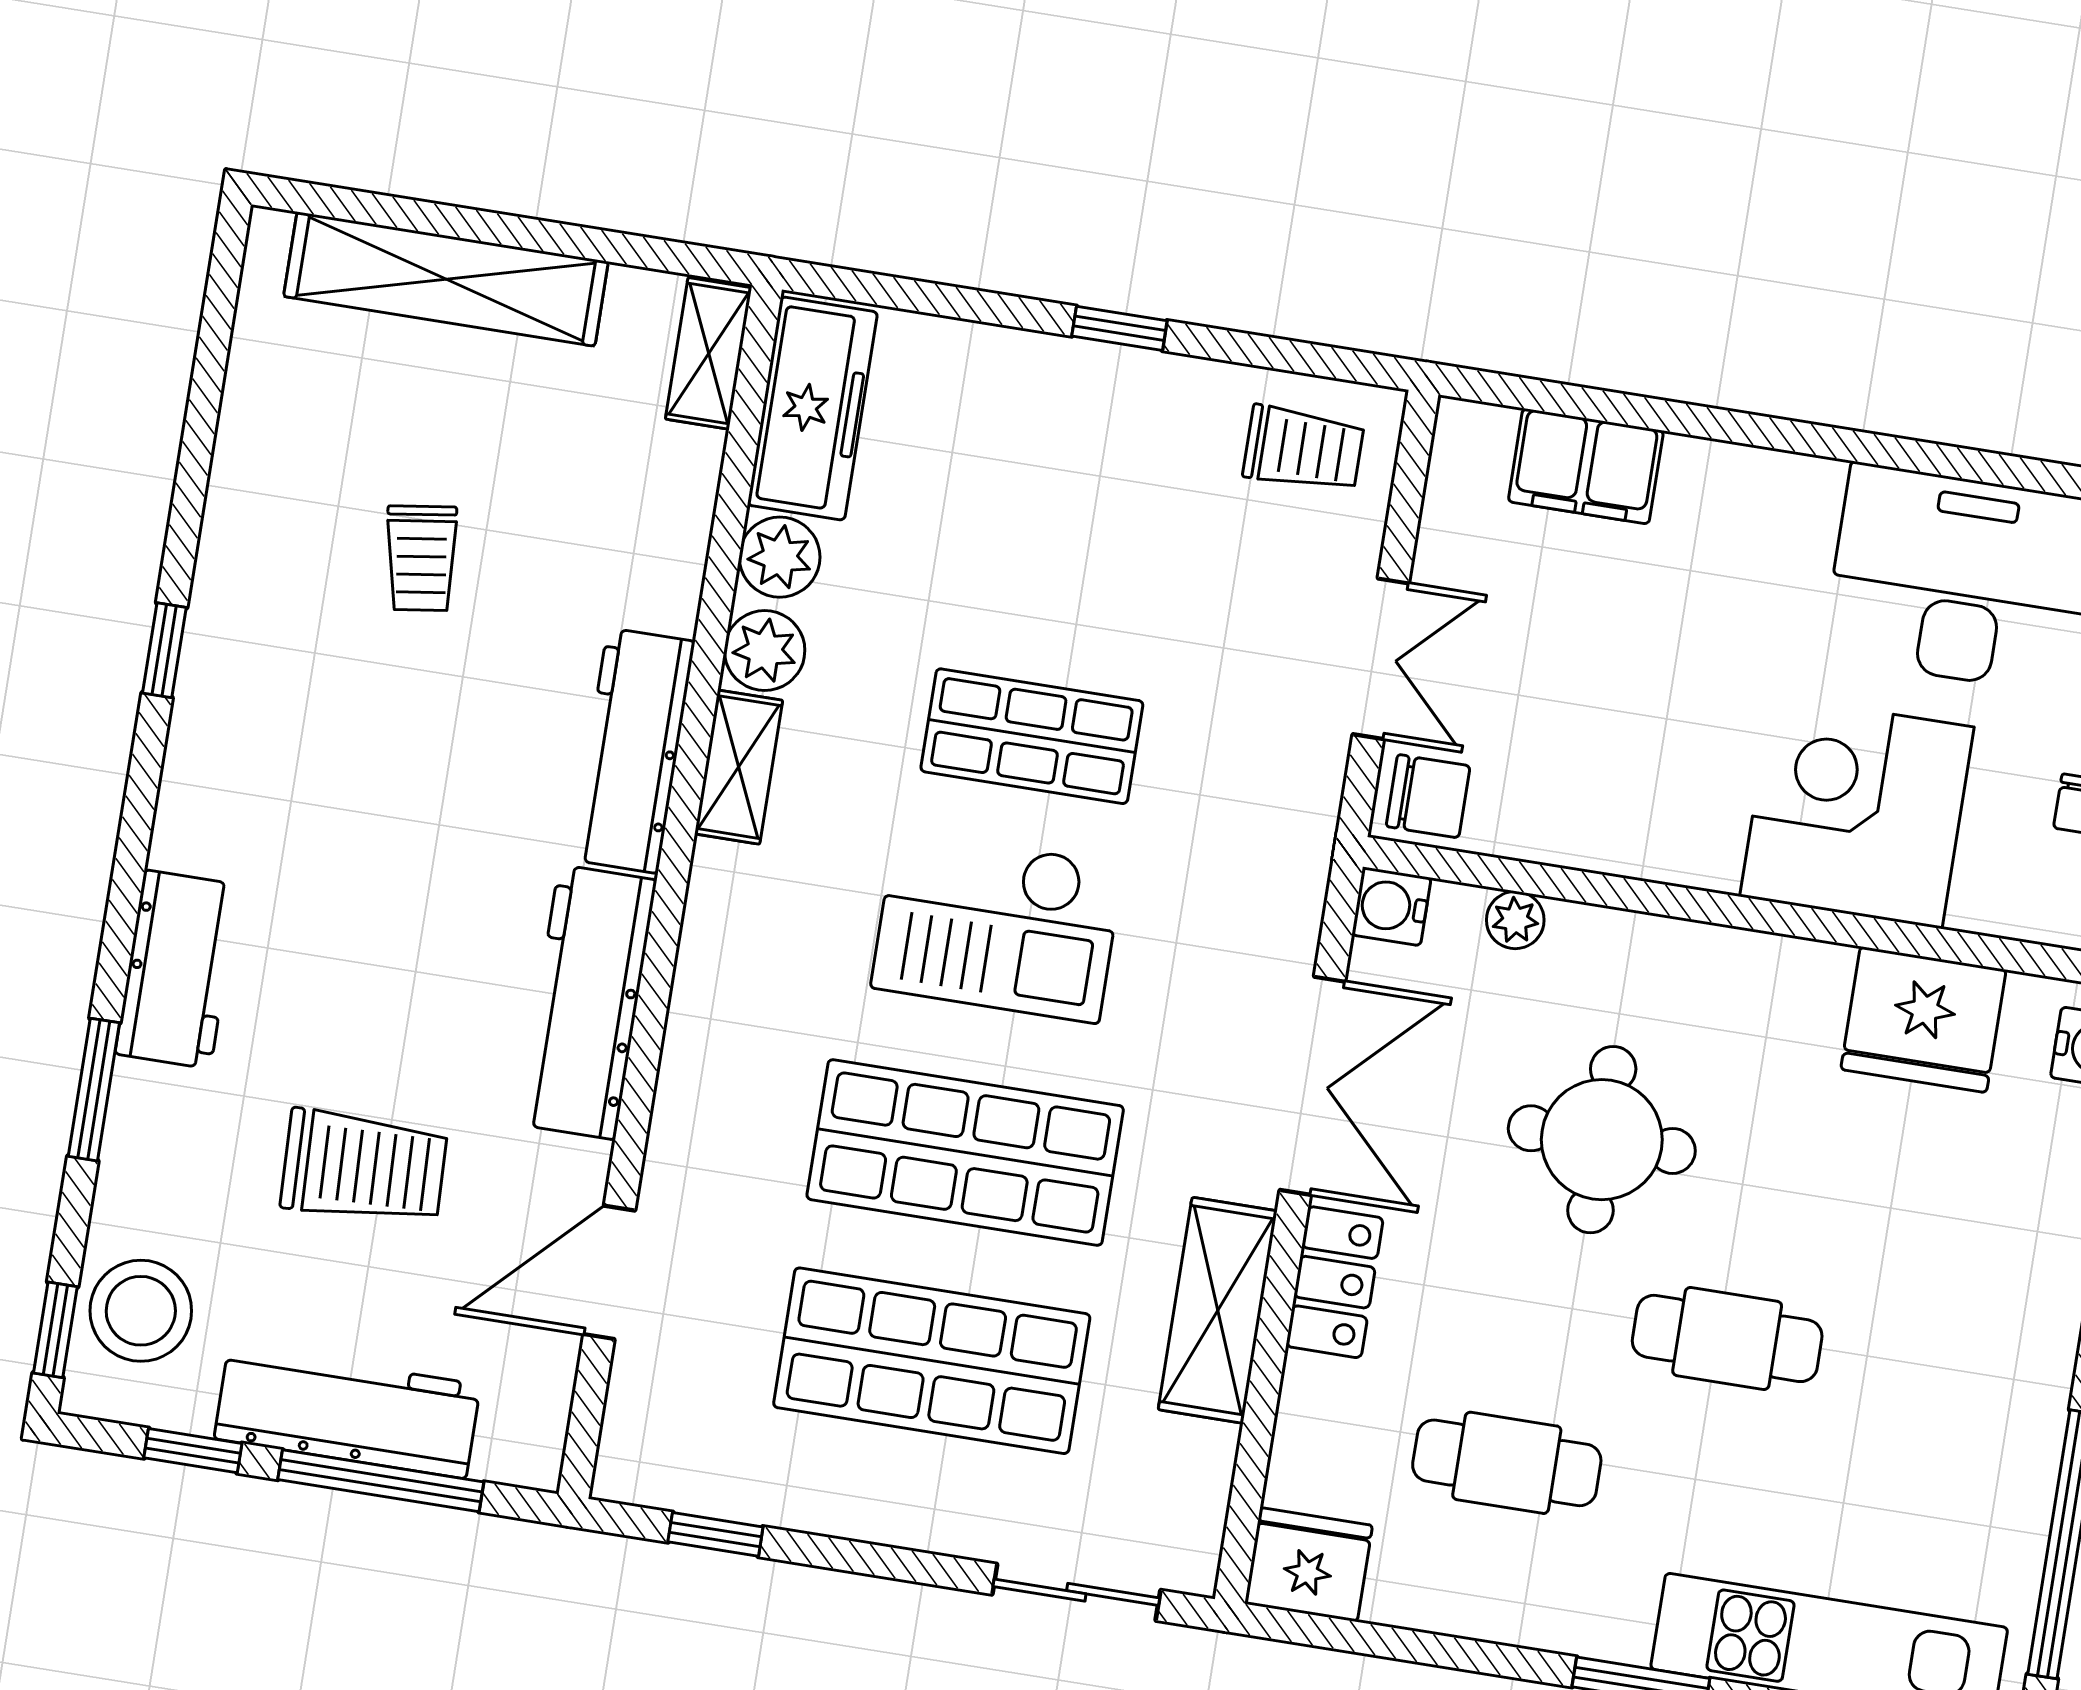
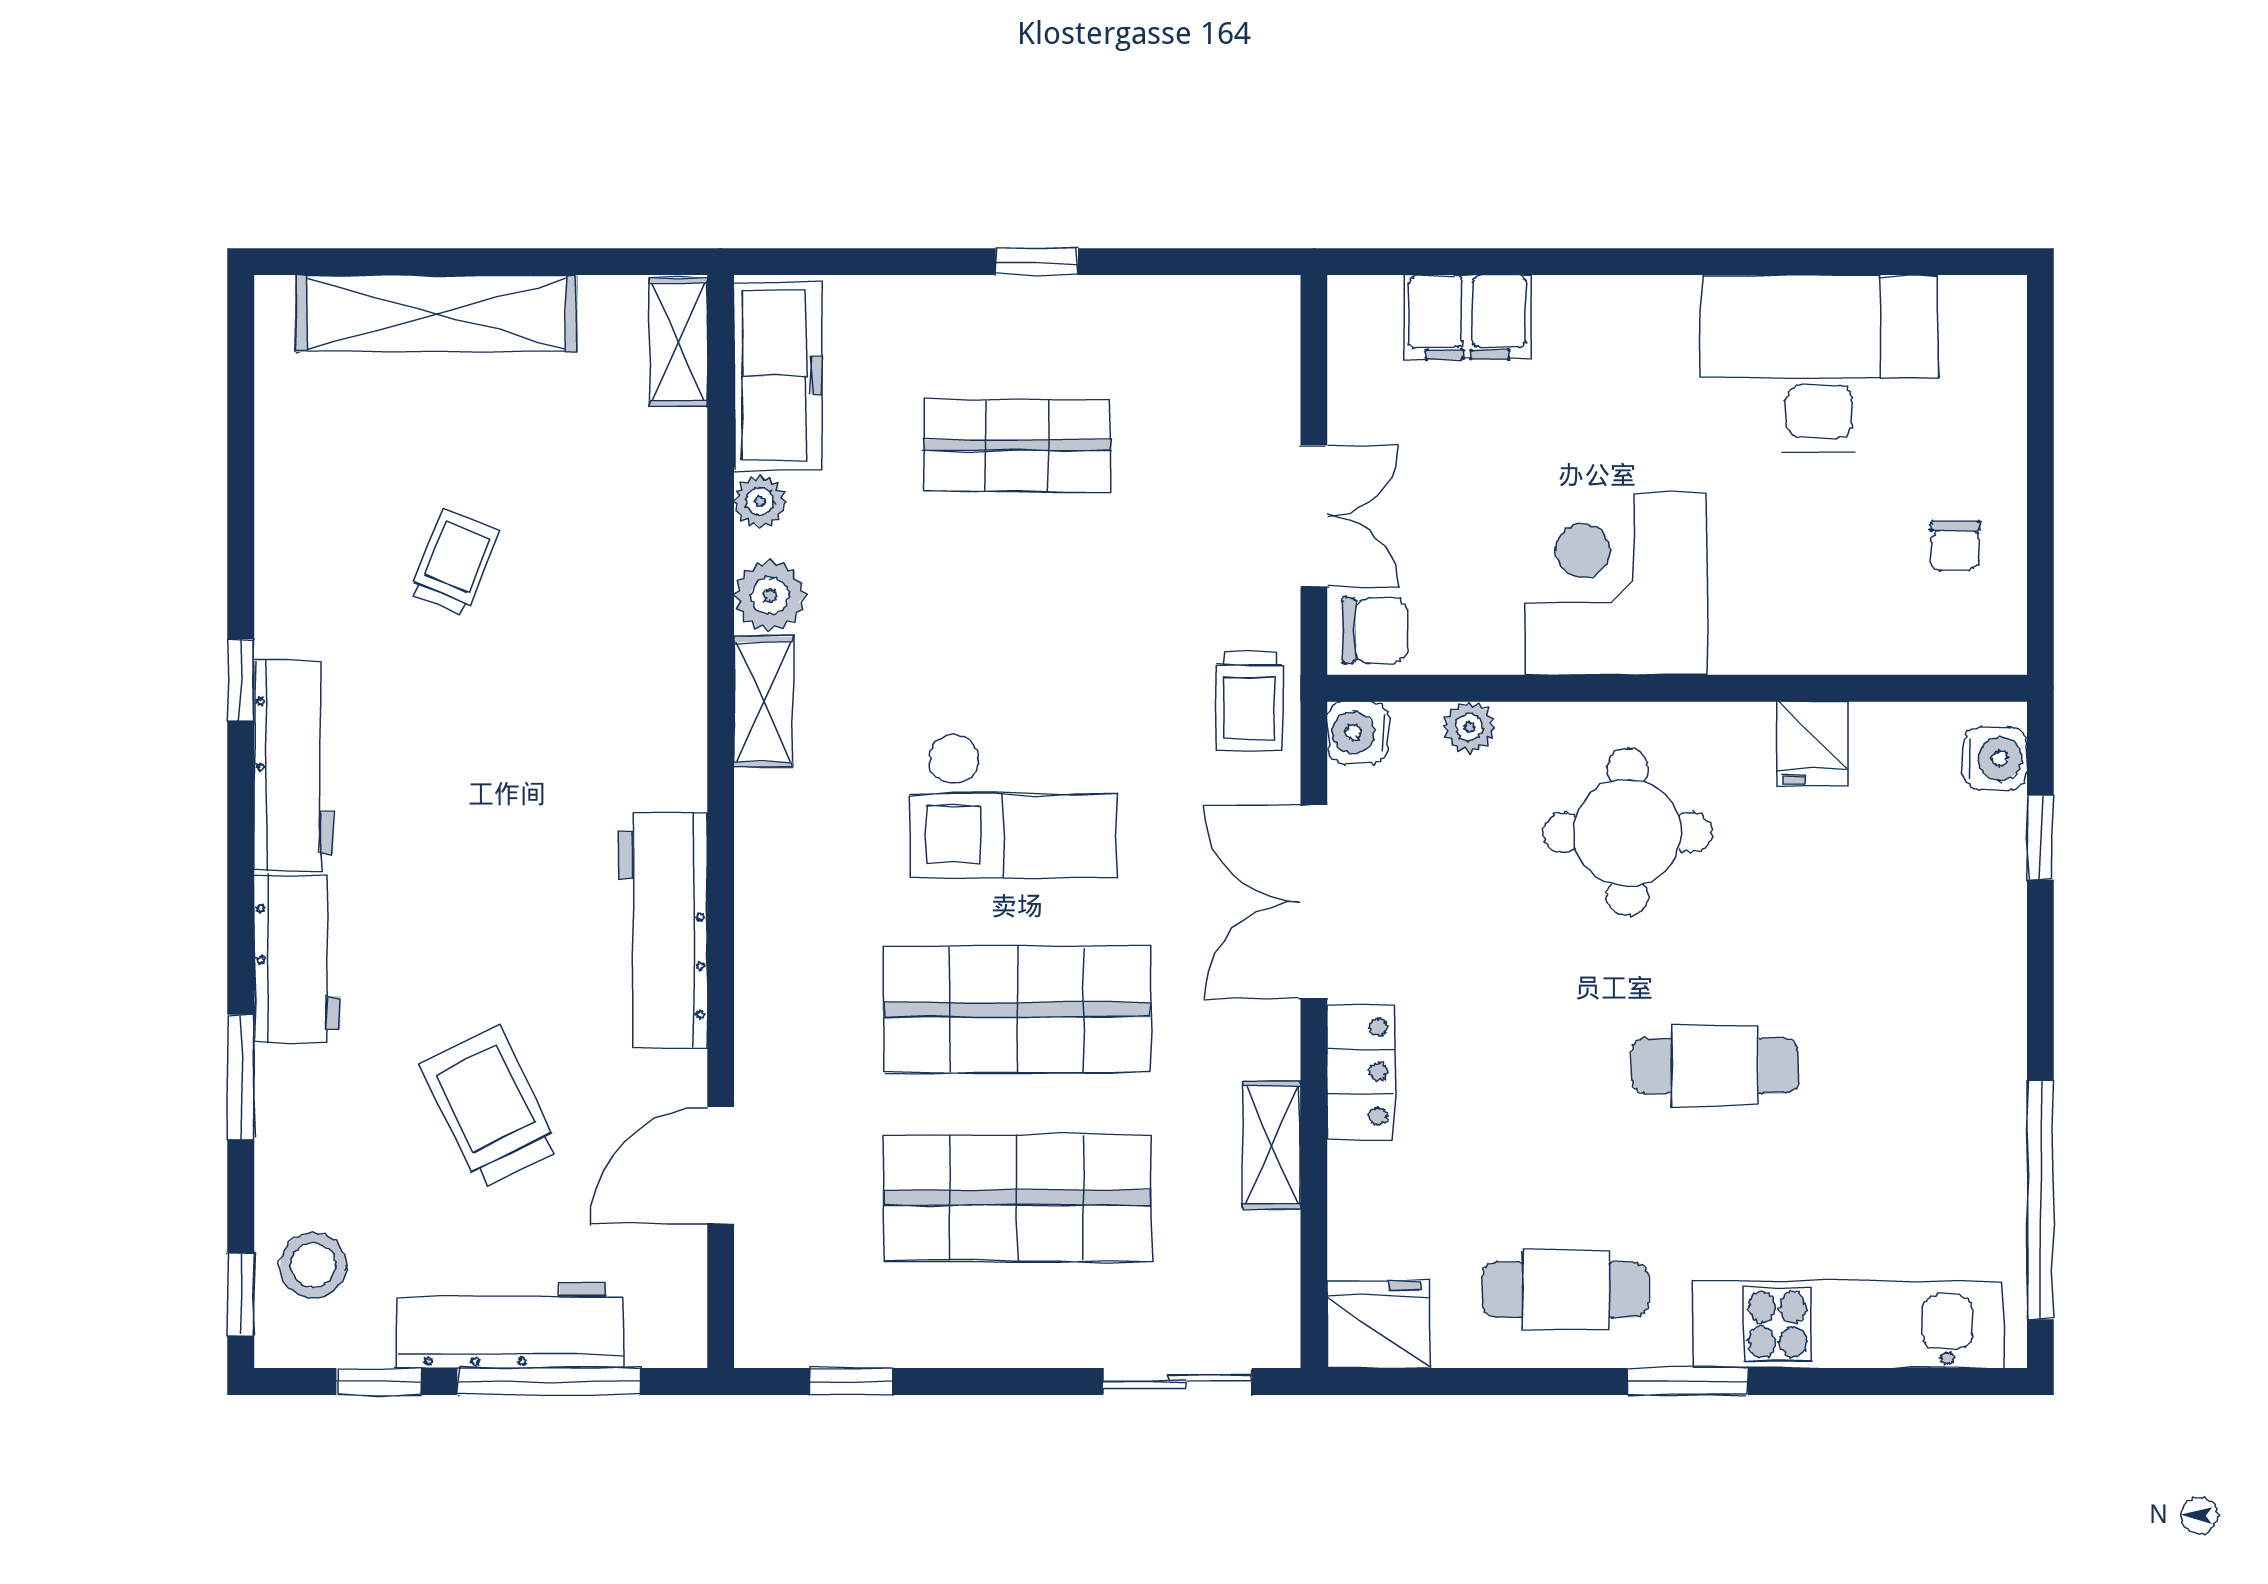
trolley: (1304, 449) -> (1249, 701), moved, turned 90
plant: (780, 557) -> (760, 501), width x0.73, depth x0.73
trolley: (421, 558) -> (454, 563), turned -150
shop shelf: (1032, 736) -> (1017, 445), moved
workbench: (633, 751) -> (294, 766), moved, turned 180
corner desk: (1857, 812) -> (1616, 584), moved
fridge: (1923, 1020) -> (1812, 743), width x0.53, depth x0.75
double door: (1312, 1086) -> (1314, 902), swing flipped
round table: (1602, 1140) -> (1627, 833), moved
trolley: (364, 1167) -> (490, 1107), turned -114
shelving: (1218, 1310) -> (1272, 1145), width x0.67, depth x0.75
stool: (141, 1311) -> (313, 1265), width x0.73, depth x0.73
cafe table: (1507, 1463) -> (1565, 1290), moved

